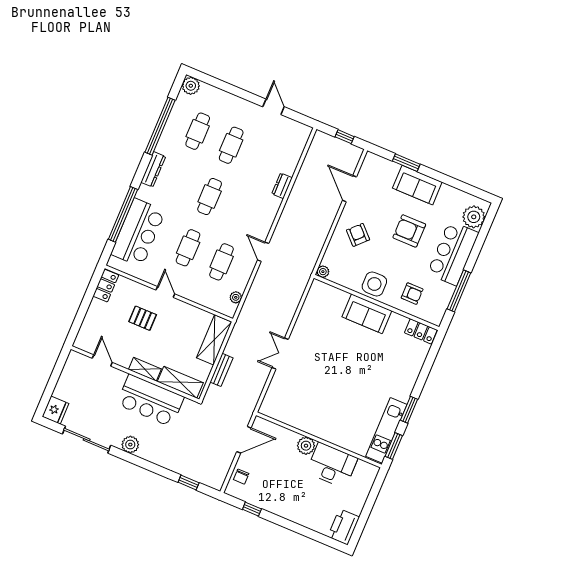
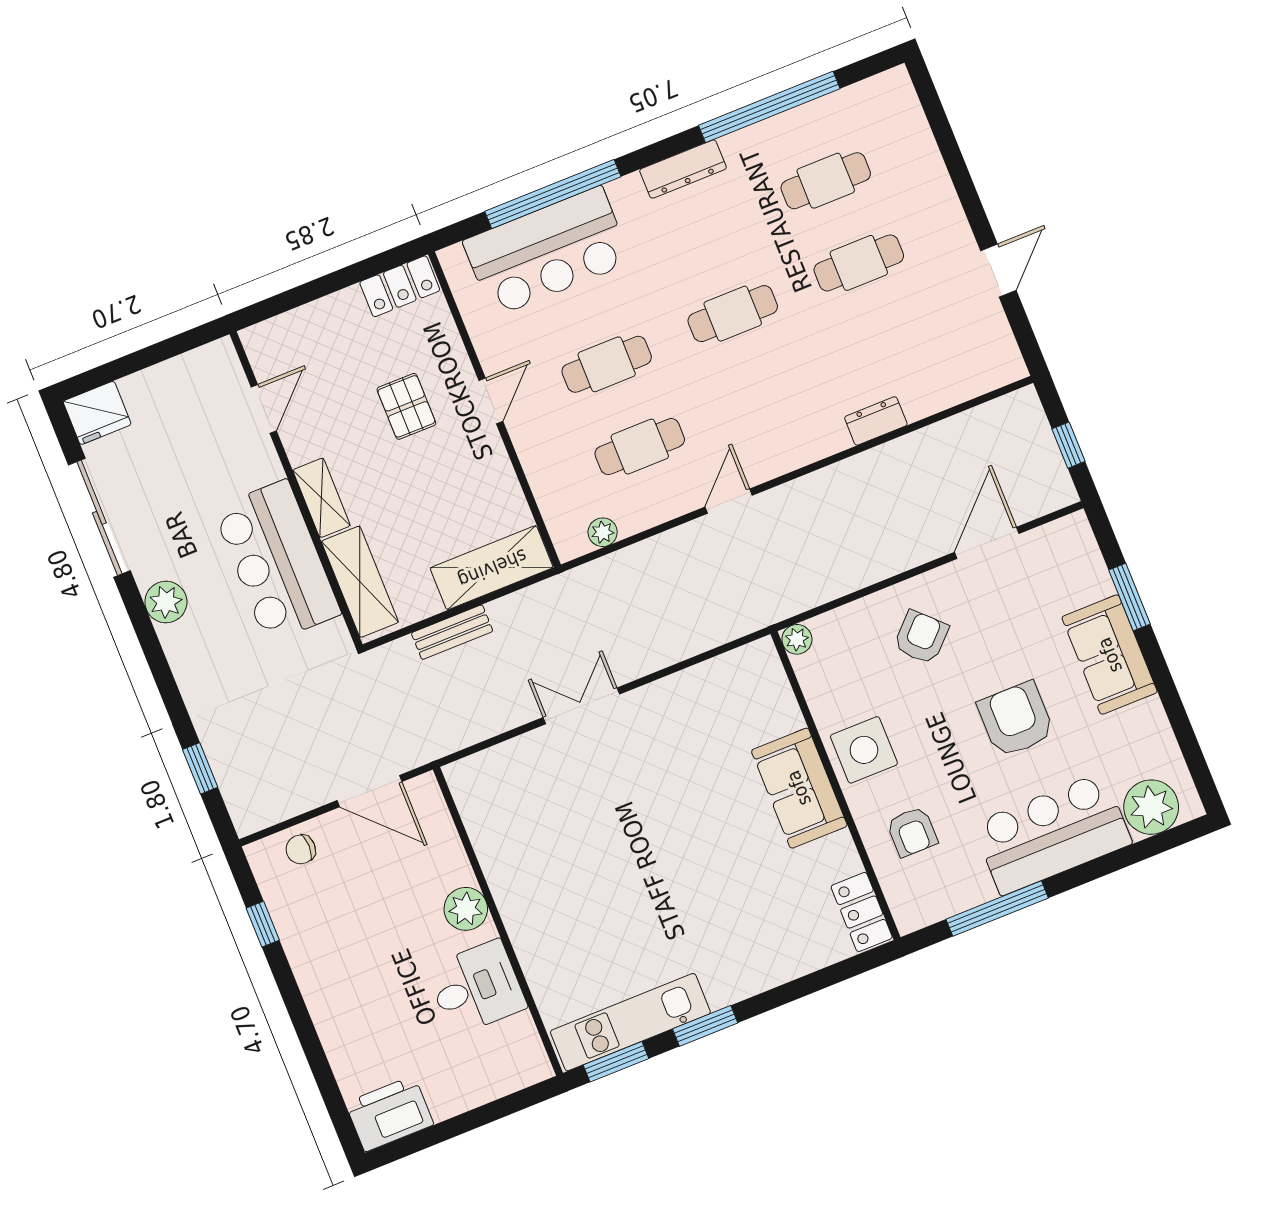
plant: (191, 86) -> (893, 91), removed
desk: (332, 465) -> (476, 988), width x0.73

